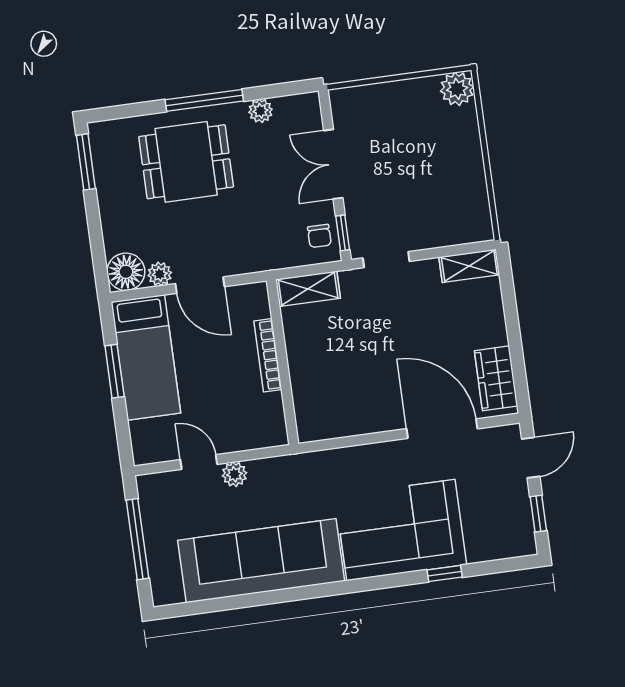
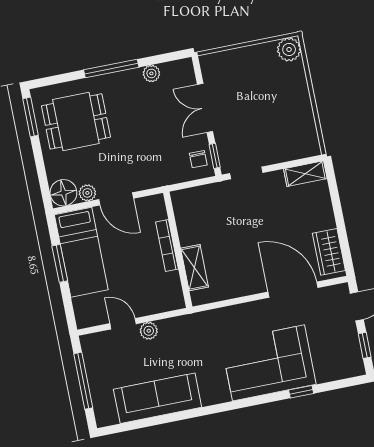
dining table: (186, 162) -> (76, 121), moved
shelving: (308, 289) -> (195, 268), moved, turned 90
sofa: (261, 561) -> (158, 398), width x0.74, depth x0.79

